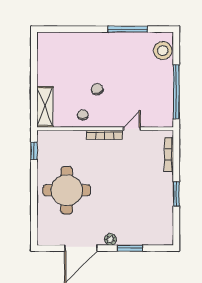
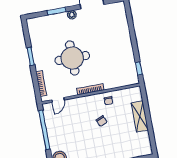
shelving: (45, 107) -> (140, 116), moved
door: (132, 129) -> (58, 100), moved
round table: (67, 190) -> (72, 58), moved

